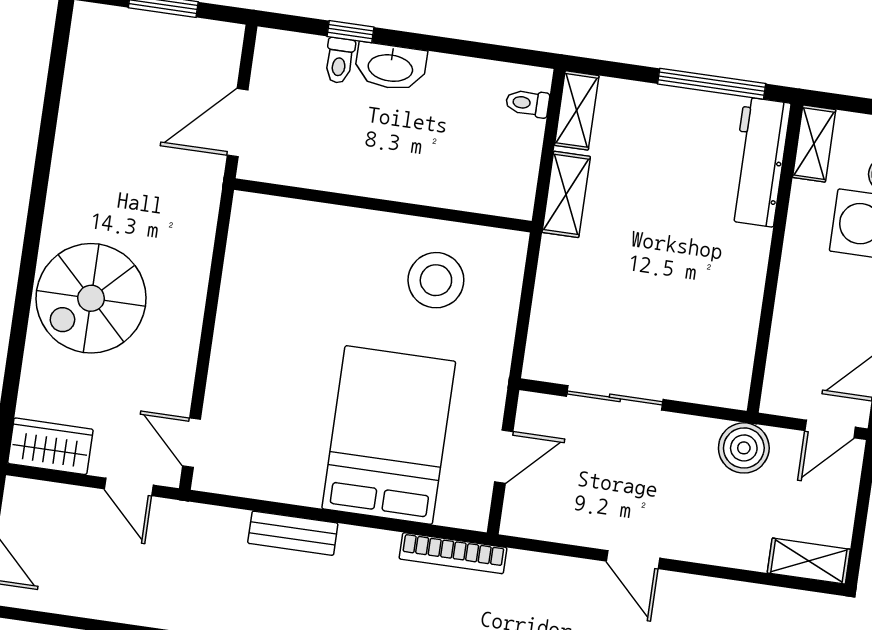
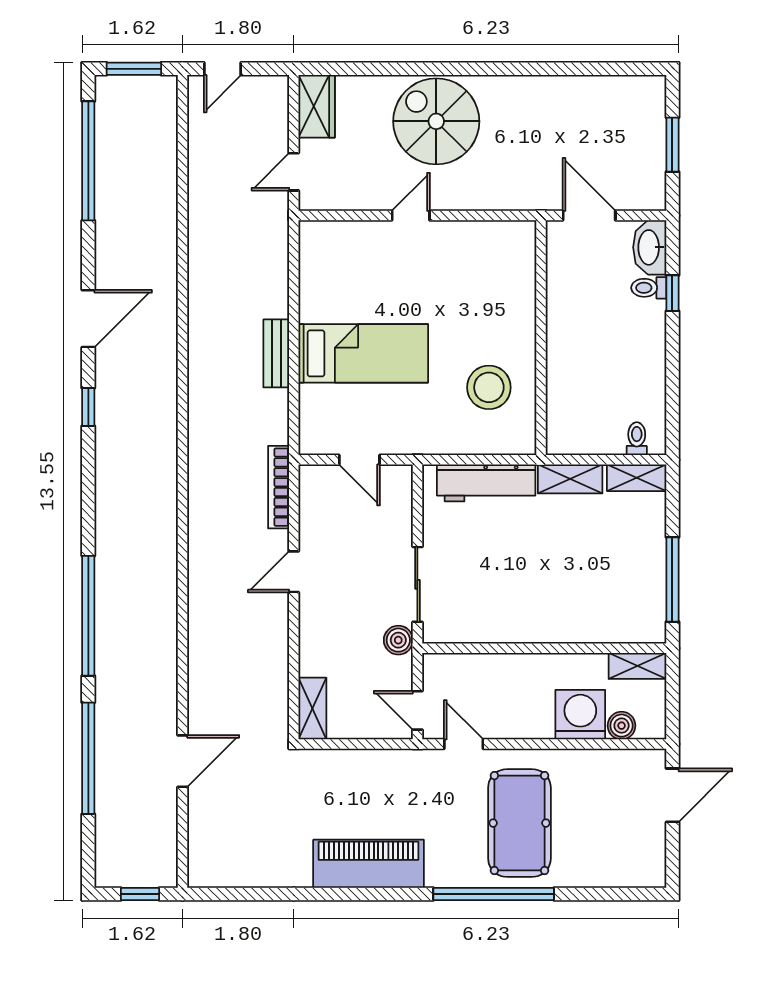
washbasin: (391, 67) -> (650, 247), moved
workbench: (759, 162) -> (486, 483), moved, turned 180
sliding door: (615, 398) -> (417, 584), moved
bed: (389, 435) -> (363, 353), width x0.67
door: (191, 443) -> (411, 216), moved
boiler: (744, 448) -> (398, 640), width x0.73, depth x0.73
bench: (293, 533) -> (276, 353), moved
bookcase: (453, 553) -> (279, 487), moved

